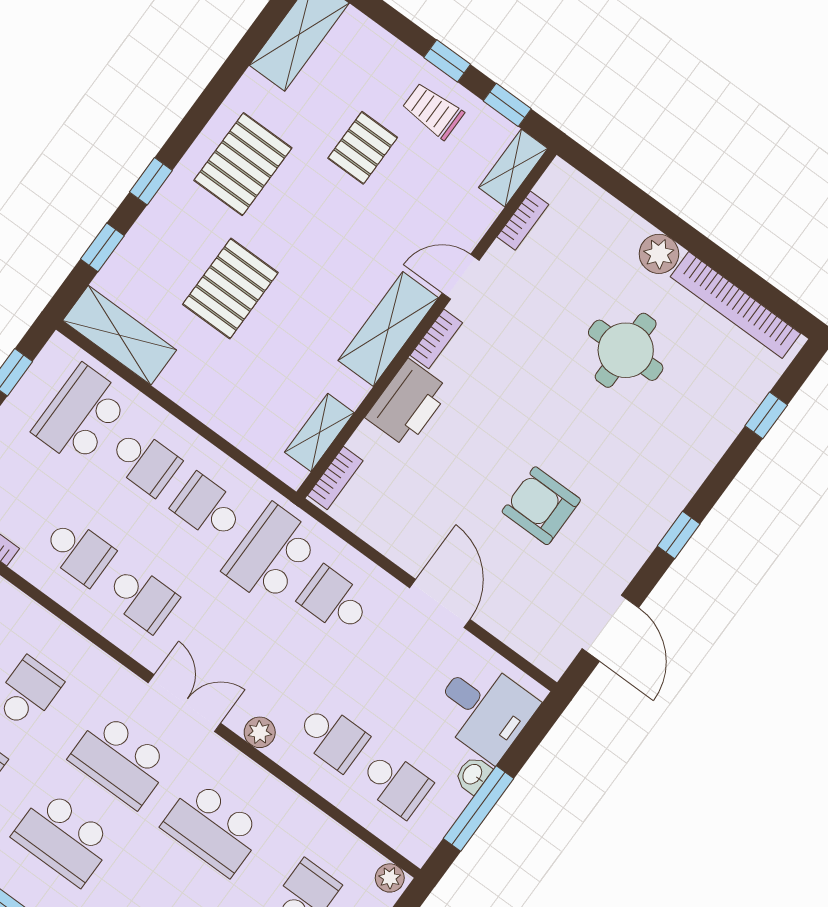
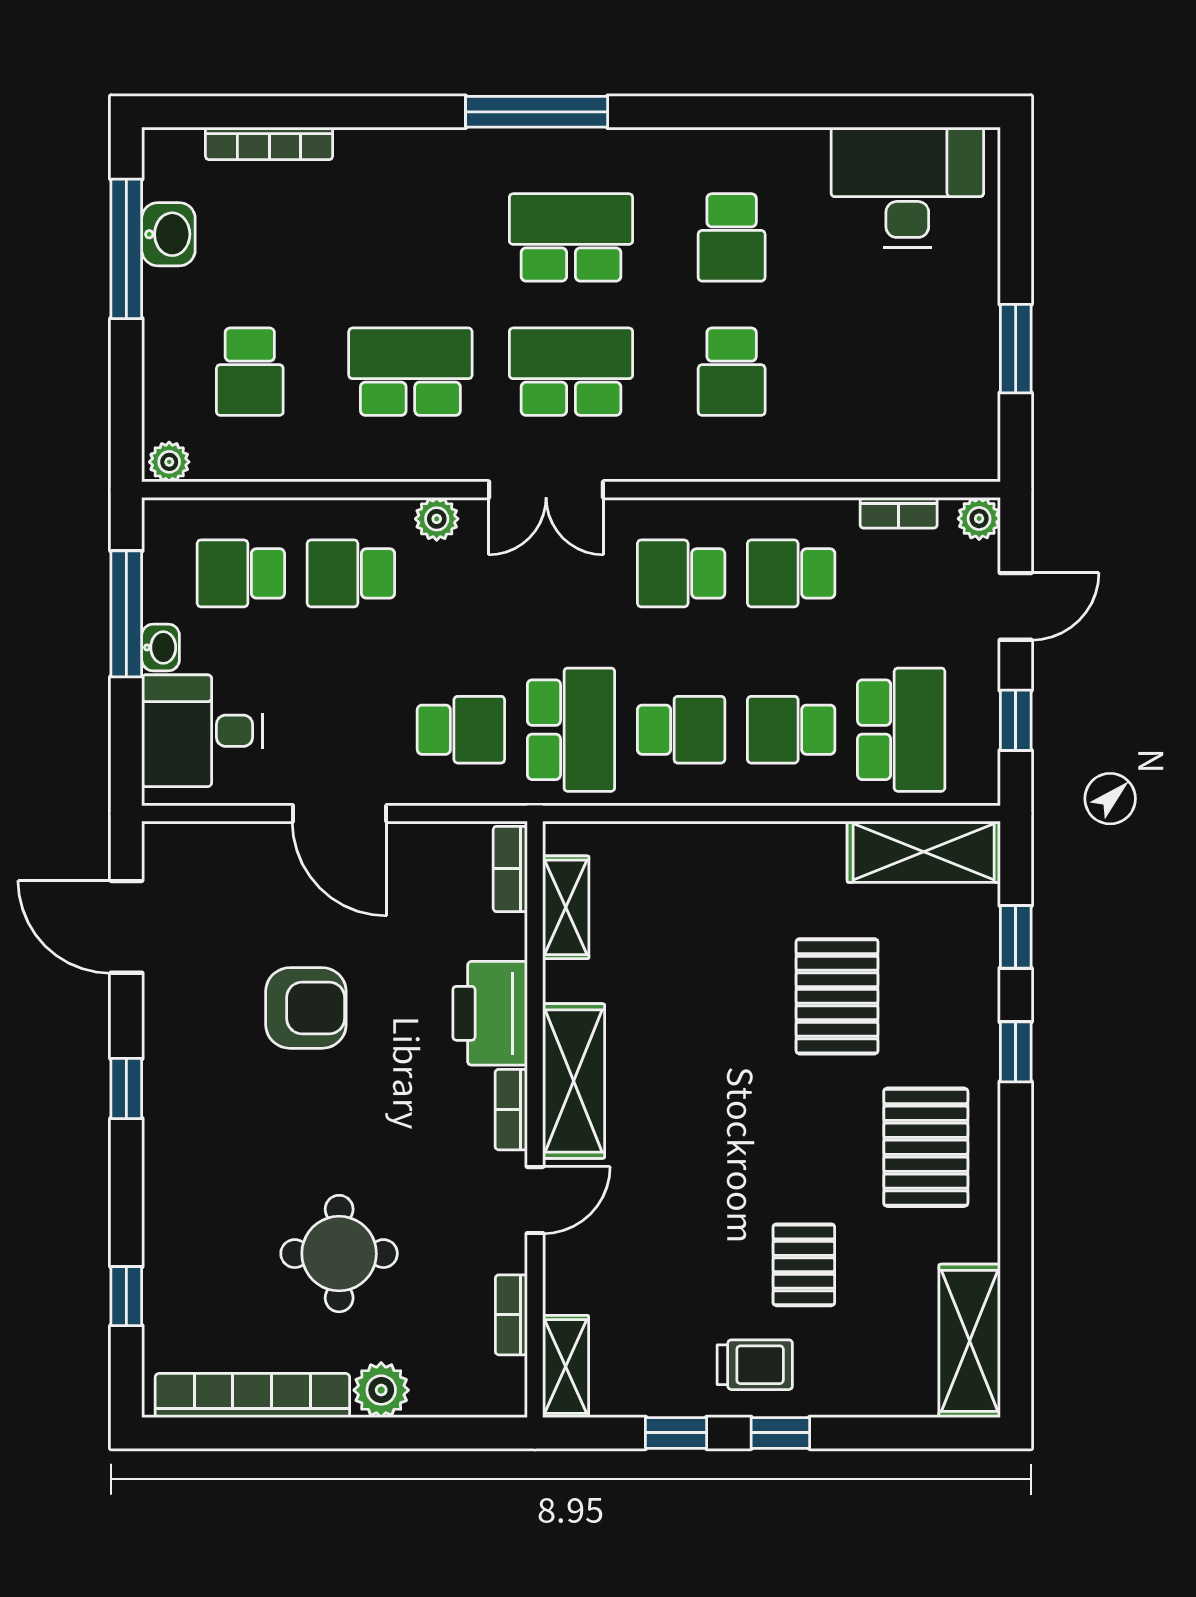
shelving: (513, 168) -> (566, 1366), moved
bookcase: (523, 221) -> (511, 1315), moved
door: (461, 277) -> (535, 1200), moved
wall: (427, 323) -> (535, 1119), moved
shelving: (388, 329) -> (574, 1081), moved
bookcase: (436, 339) -> (511, 1110), moved
printer: (408, 403) -> (490, 1013), moved
shelving: (319, 432) -> (566, 907), moved
bookcase: (335, 478) -> (510, 869), moved

